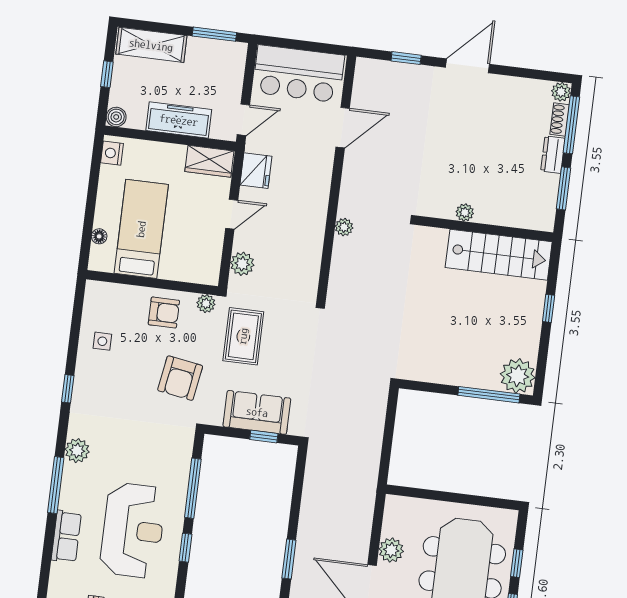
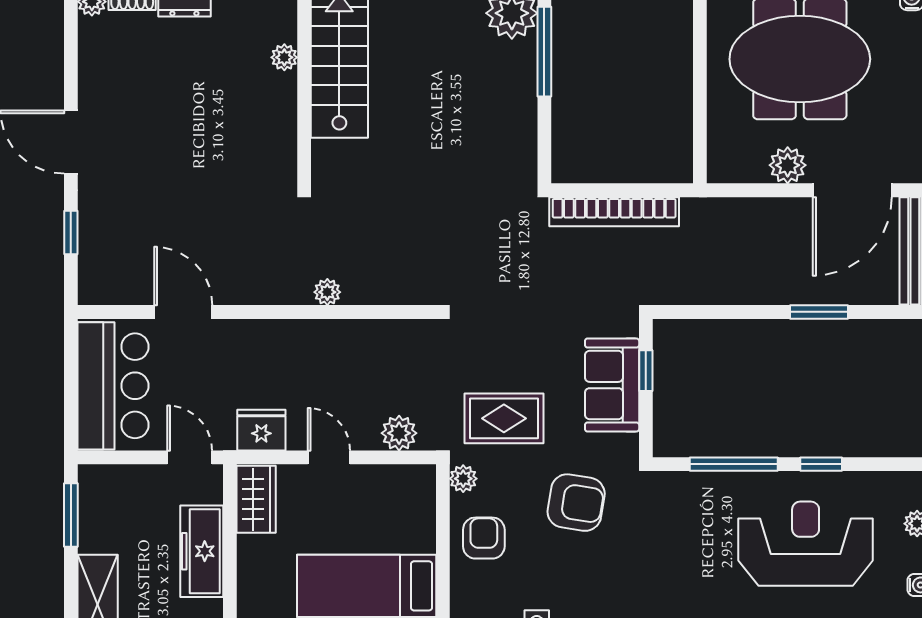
plant: (465, 212) -> (284, 57), moved
bookcase: (374, 428) -> (614, 212), added

